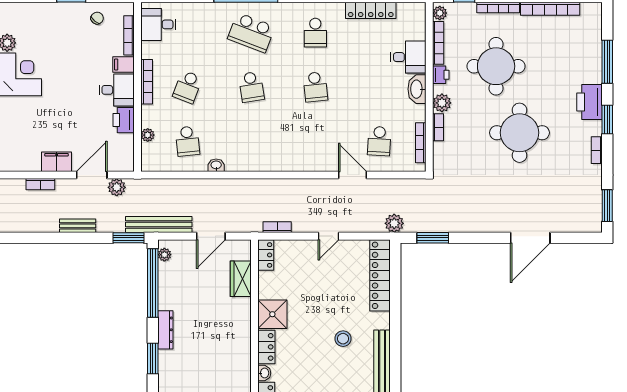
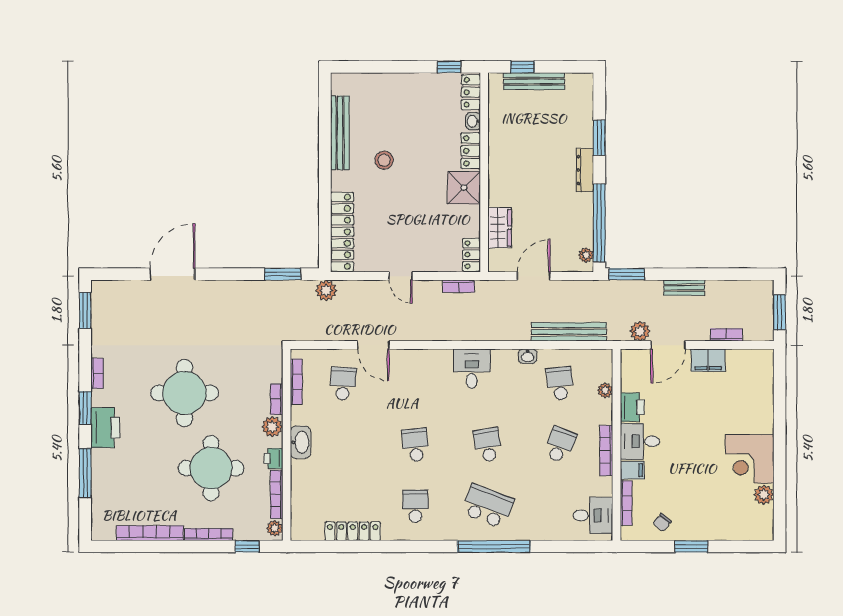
desk: (408, 57) -> (472, 369), moved, turned 90
bench: (159, 224) -> (569, 332), moved
door: (328, 236) -> (400, 276), swing flipped

